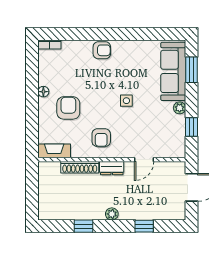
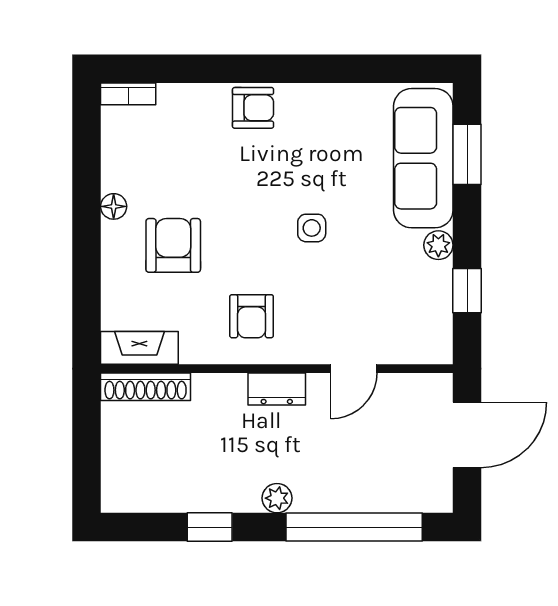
shoe rack: (80, 167) -> (146, 387), moved
window: (144, 226) -> (354, 527), width x3.17

